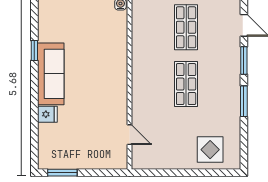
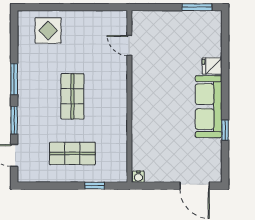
shop shelf: (186, 27) -> (72, 153), turned 90

